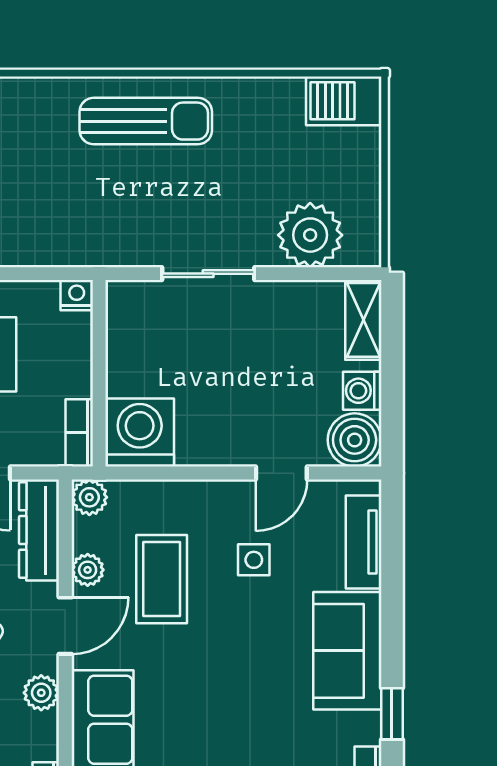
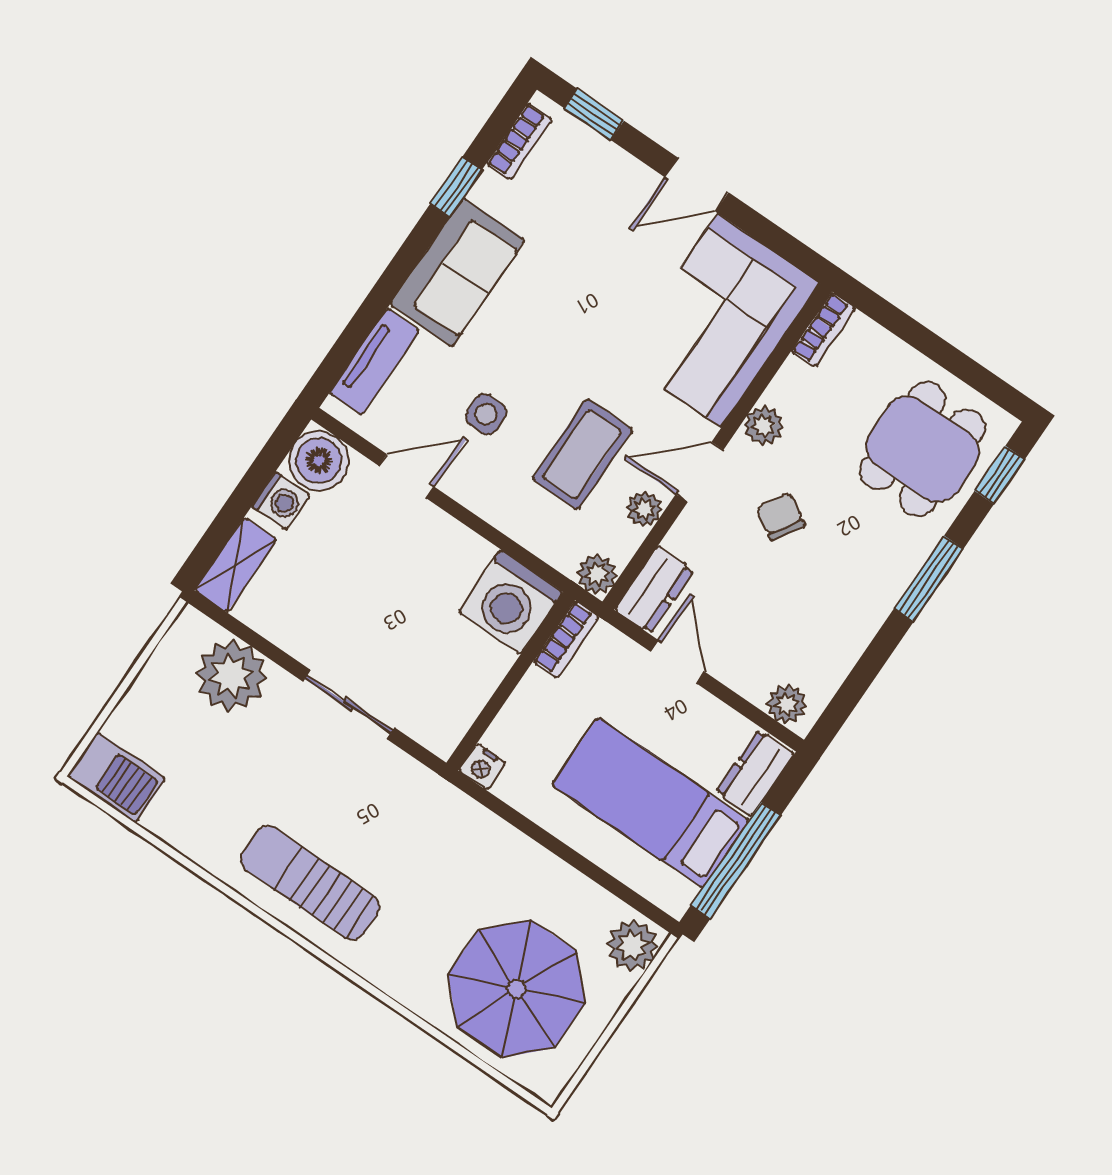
dresser: (39, 530) -> (654, 590), width x0.70

